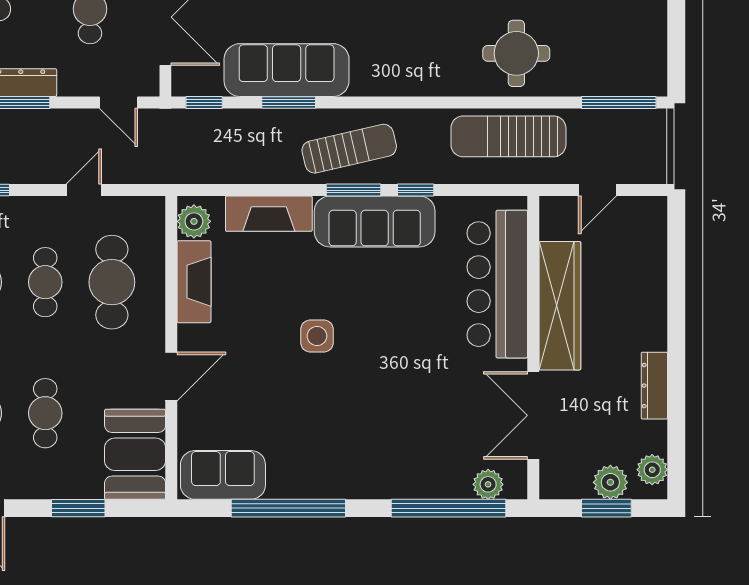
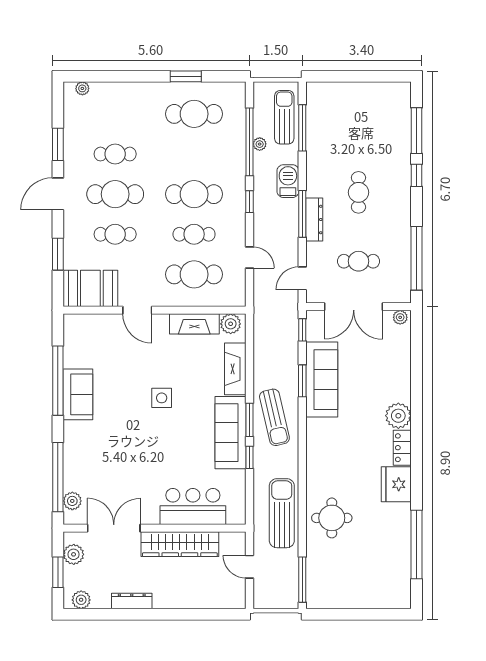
bar counter: (497, 284) -> (193, 506), width x0.73
sofa: (223, 475) -> (78, 394), moved
plant: (610, 482) -> (74, 554), moved

